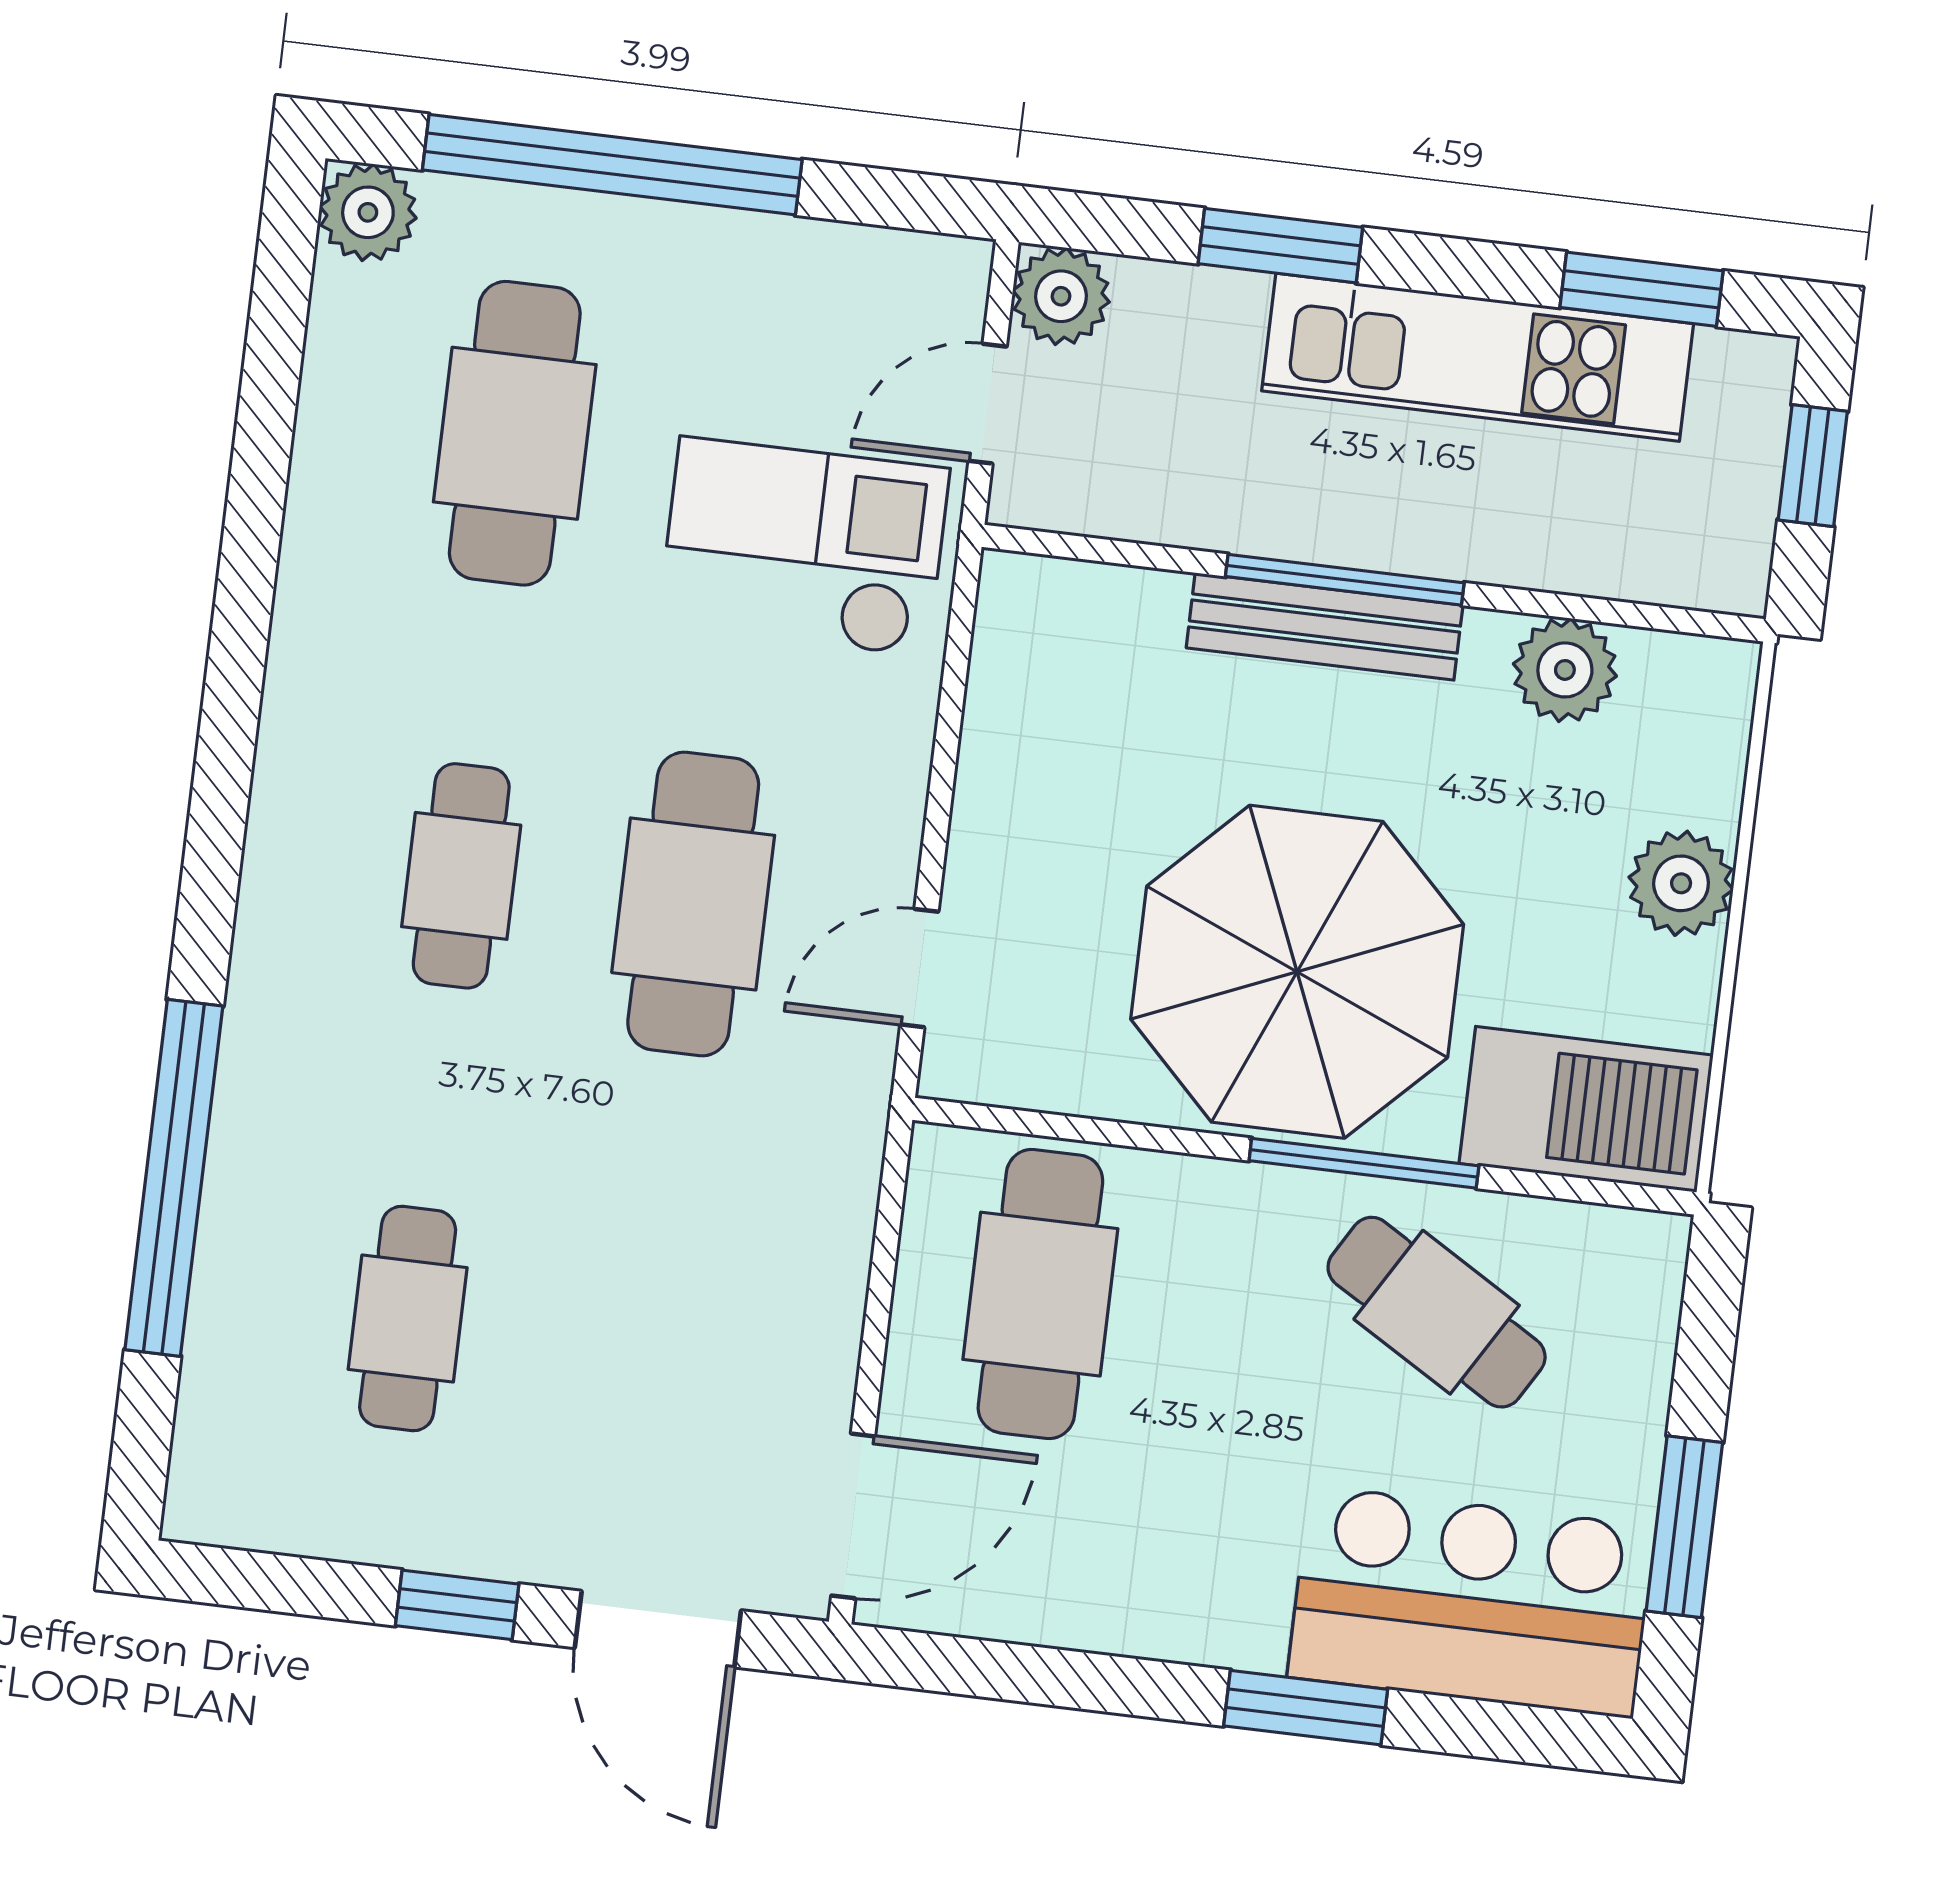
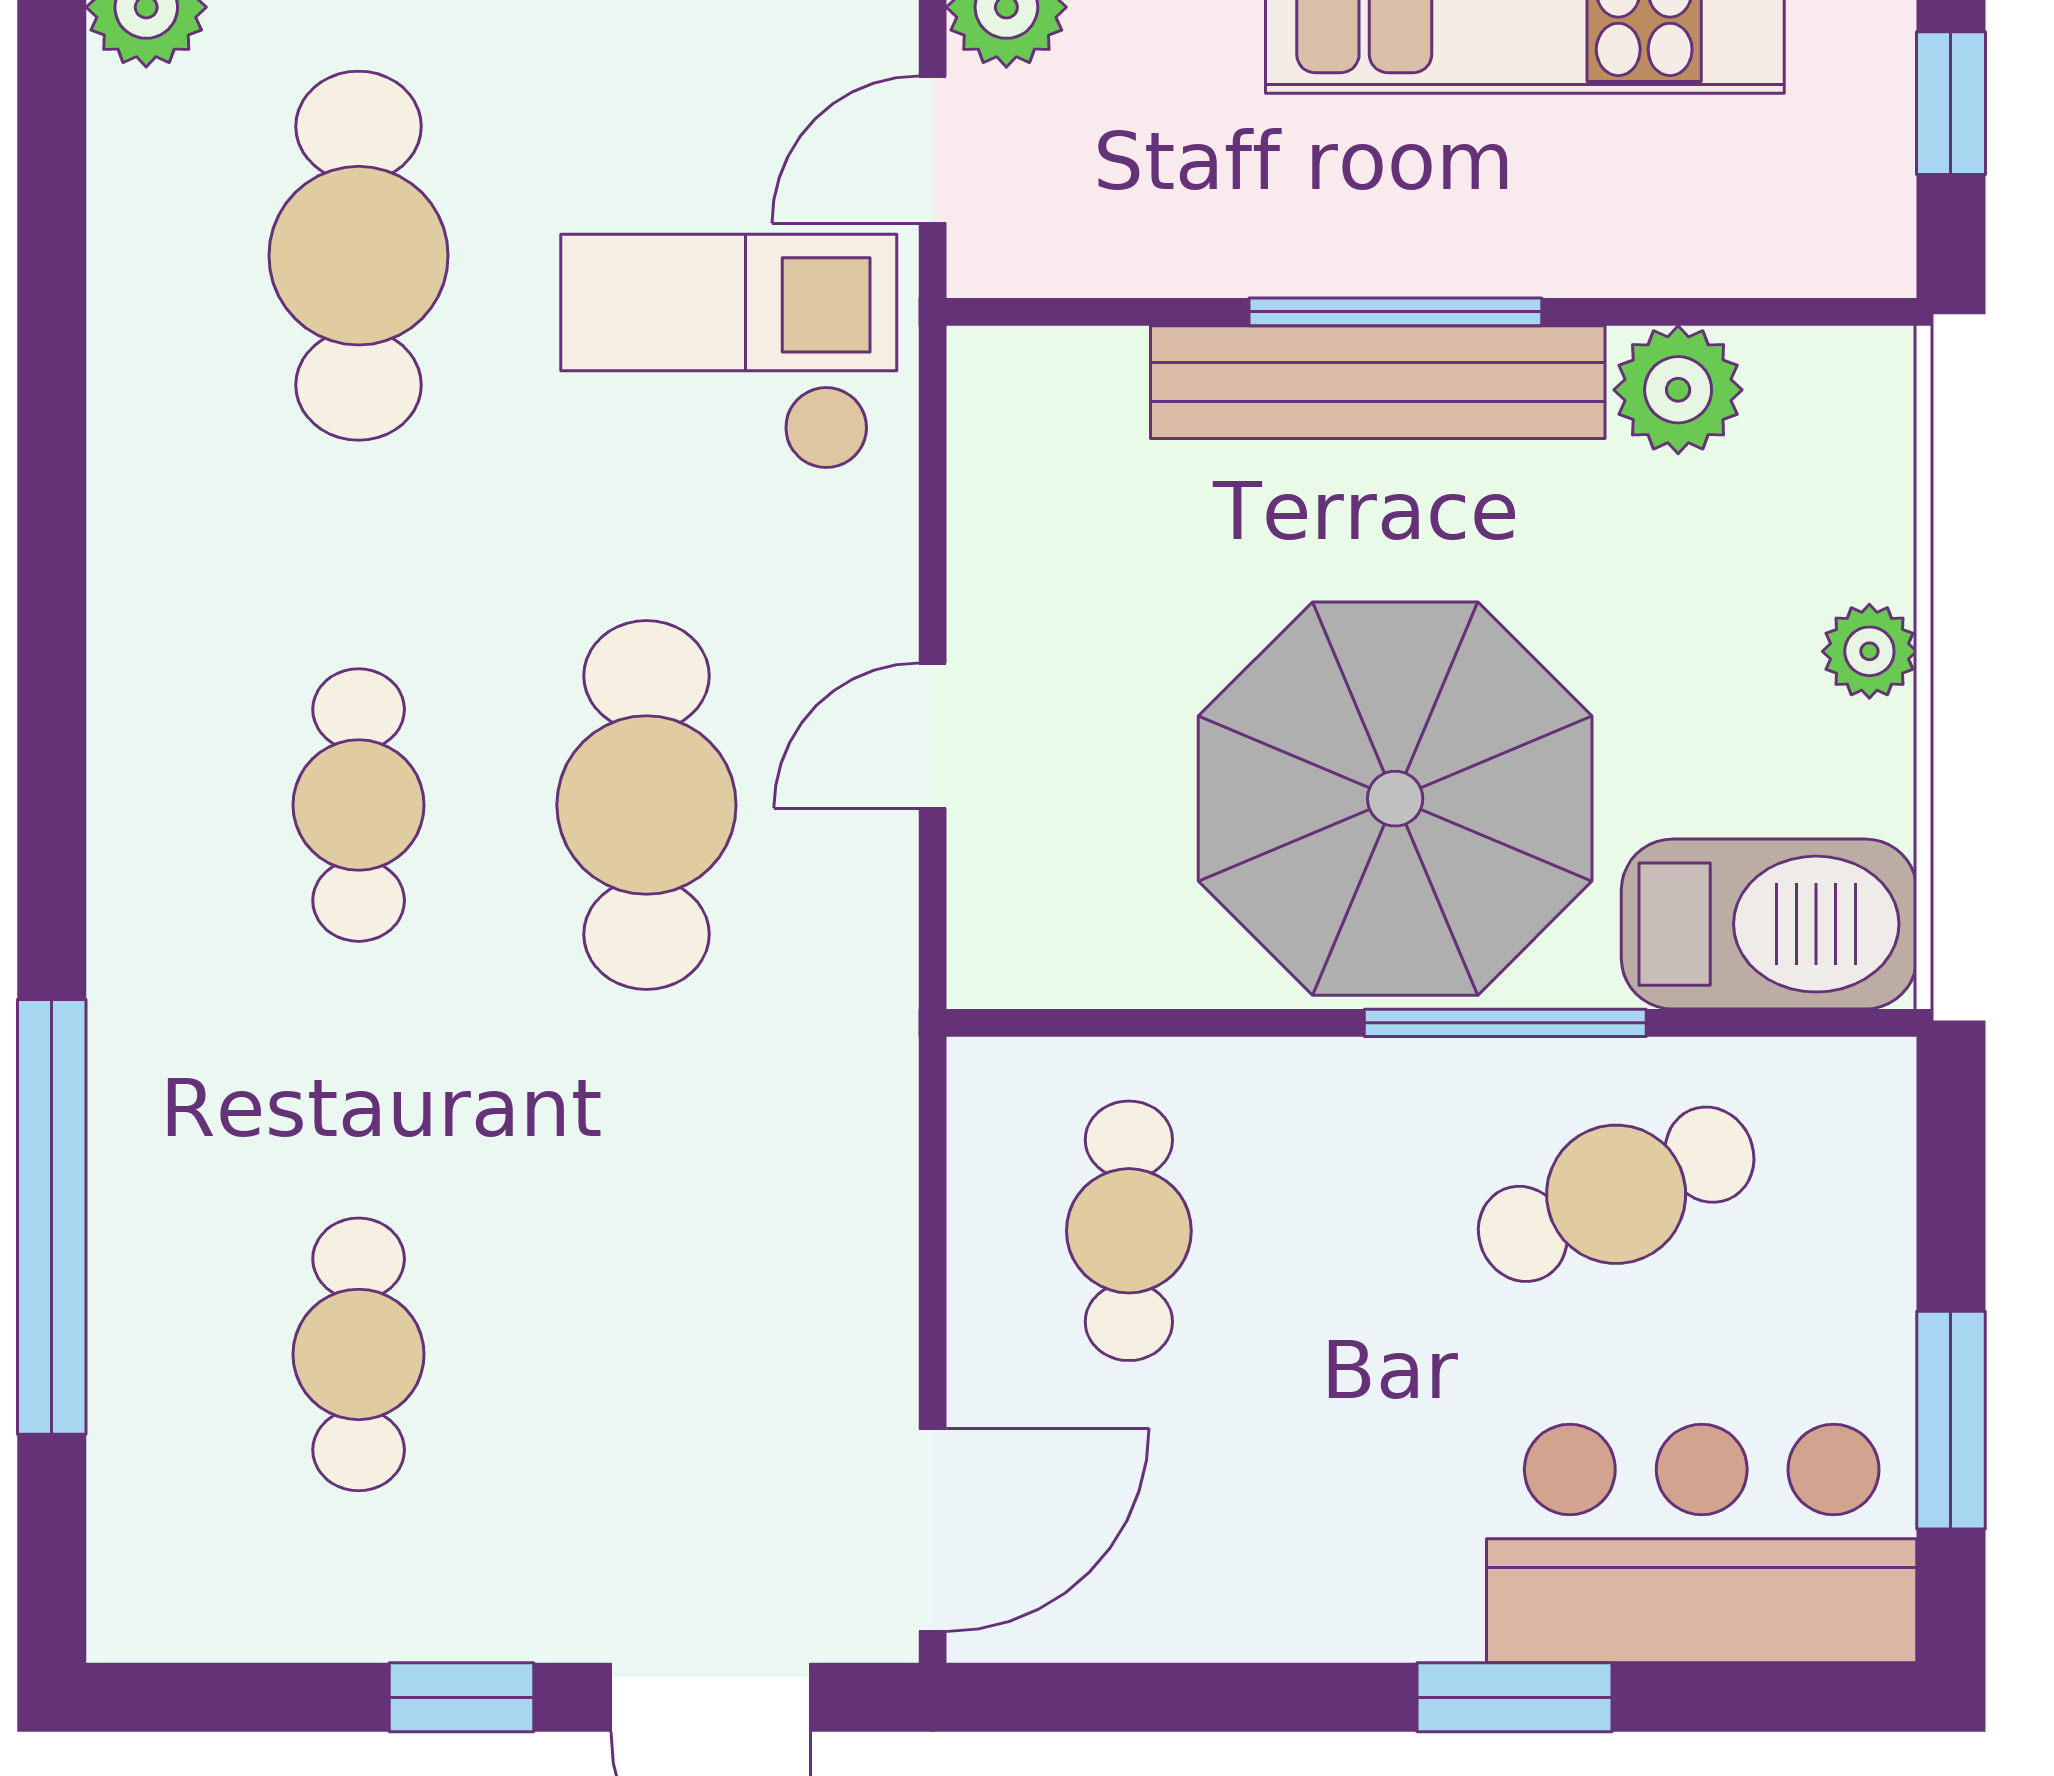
bench: (1325, 626) -> (1378, 382), width x1.37, depth x1.21
plant: (1681, 883) -> (1869, 651), width x0.73, depth x0.73
door: (919, 968) -> (933, 736), moved
cafe table: (1040, 1294) -> (1129, 1231), width x0.73, depth x0.74
cafe table: (1437, 1312) -> (1616, 1194), turned -54

